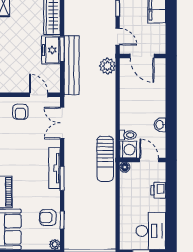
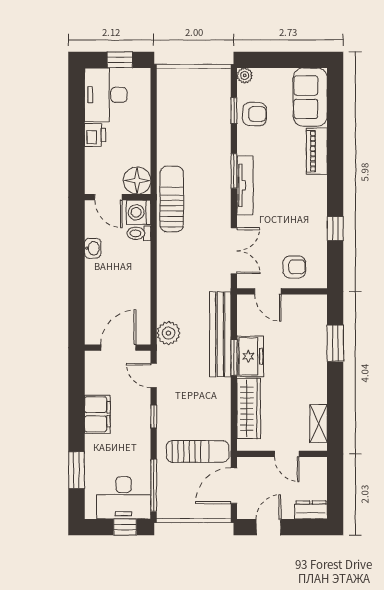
door: (142, 56) -> (118, 348), hinge flipped
armchair: (20, 112) -> (294, 267), turned 90
floor lamp: (125, 167) -> (137, 181), width x1.89, depth x1.89
printer: (158, 190) -> (95, 135), moved

